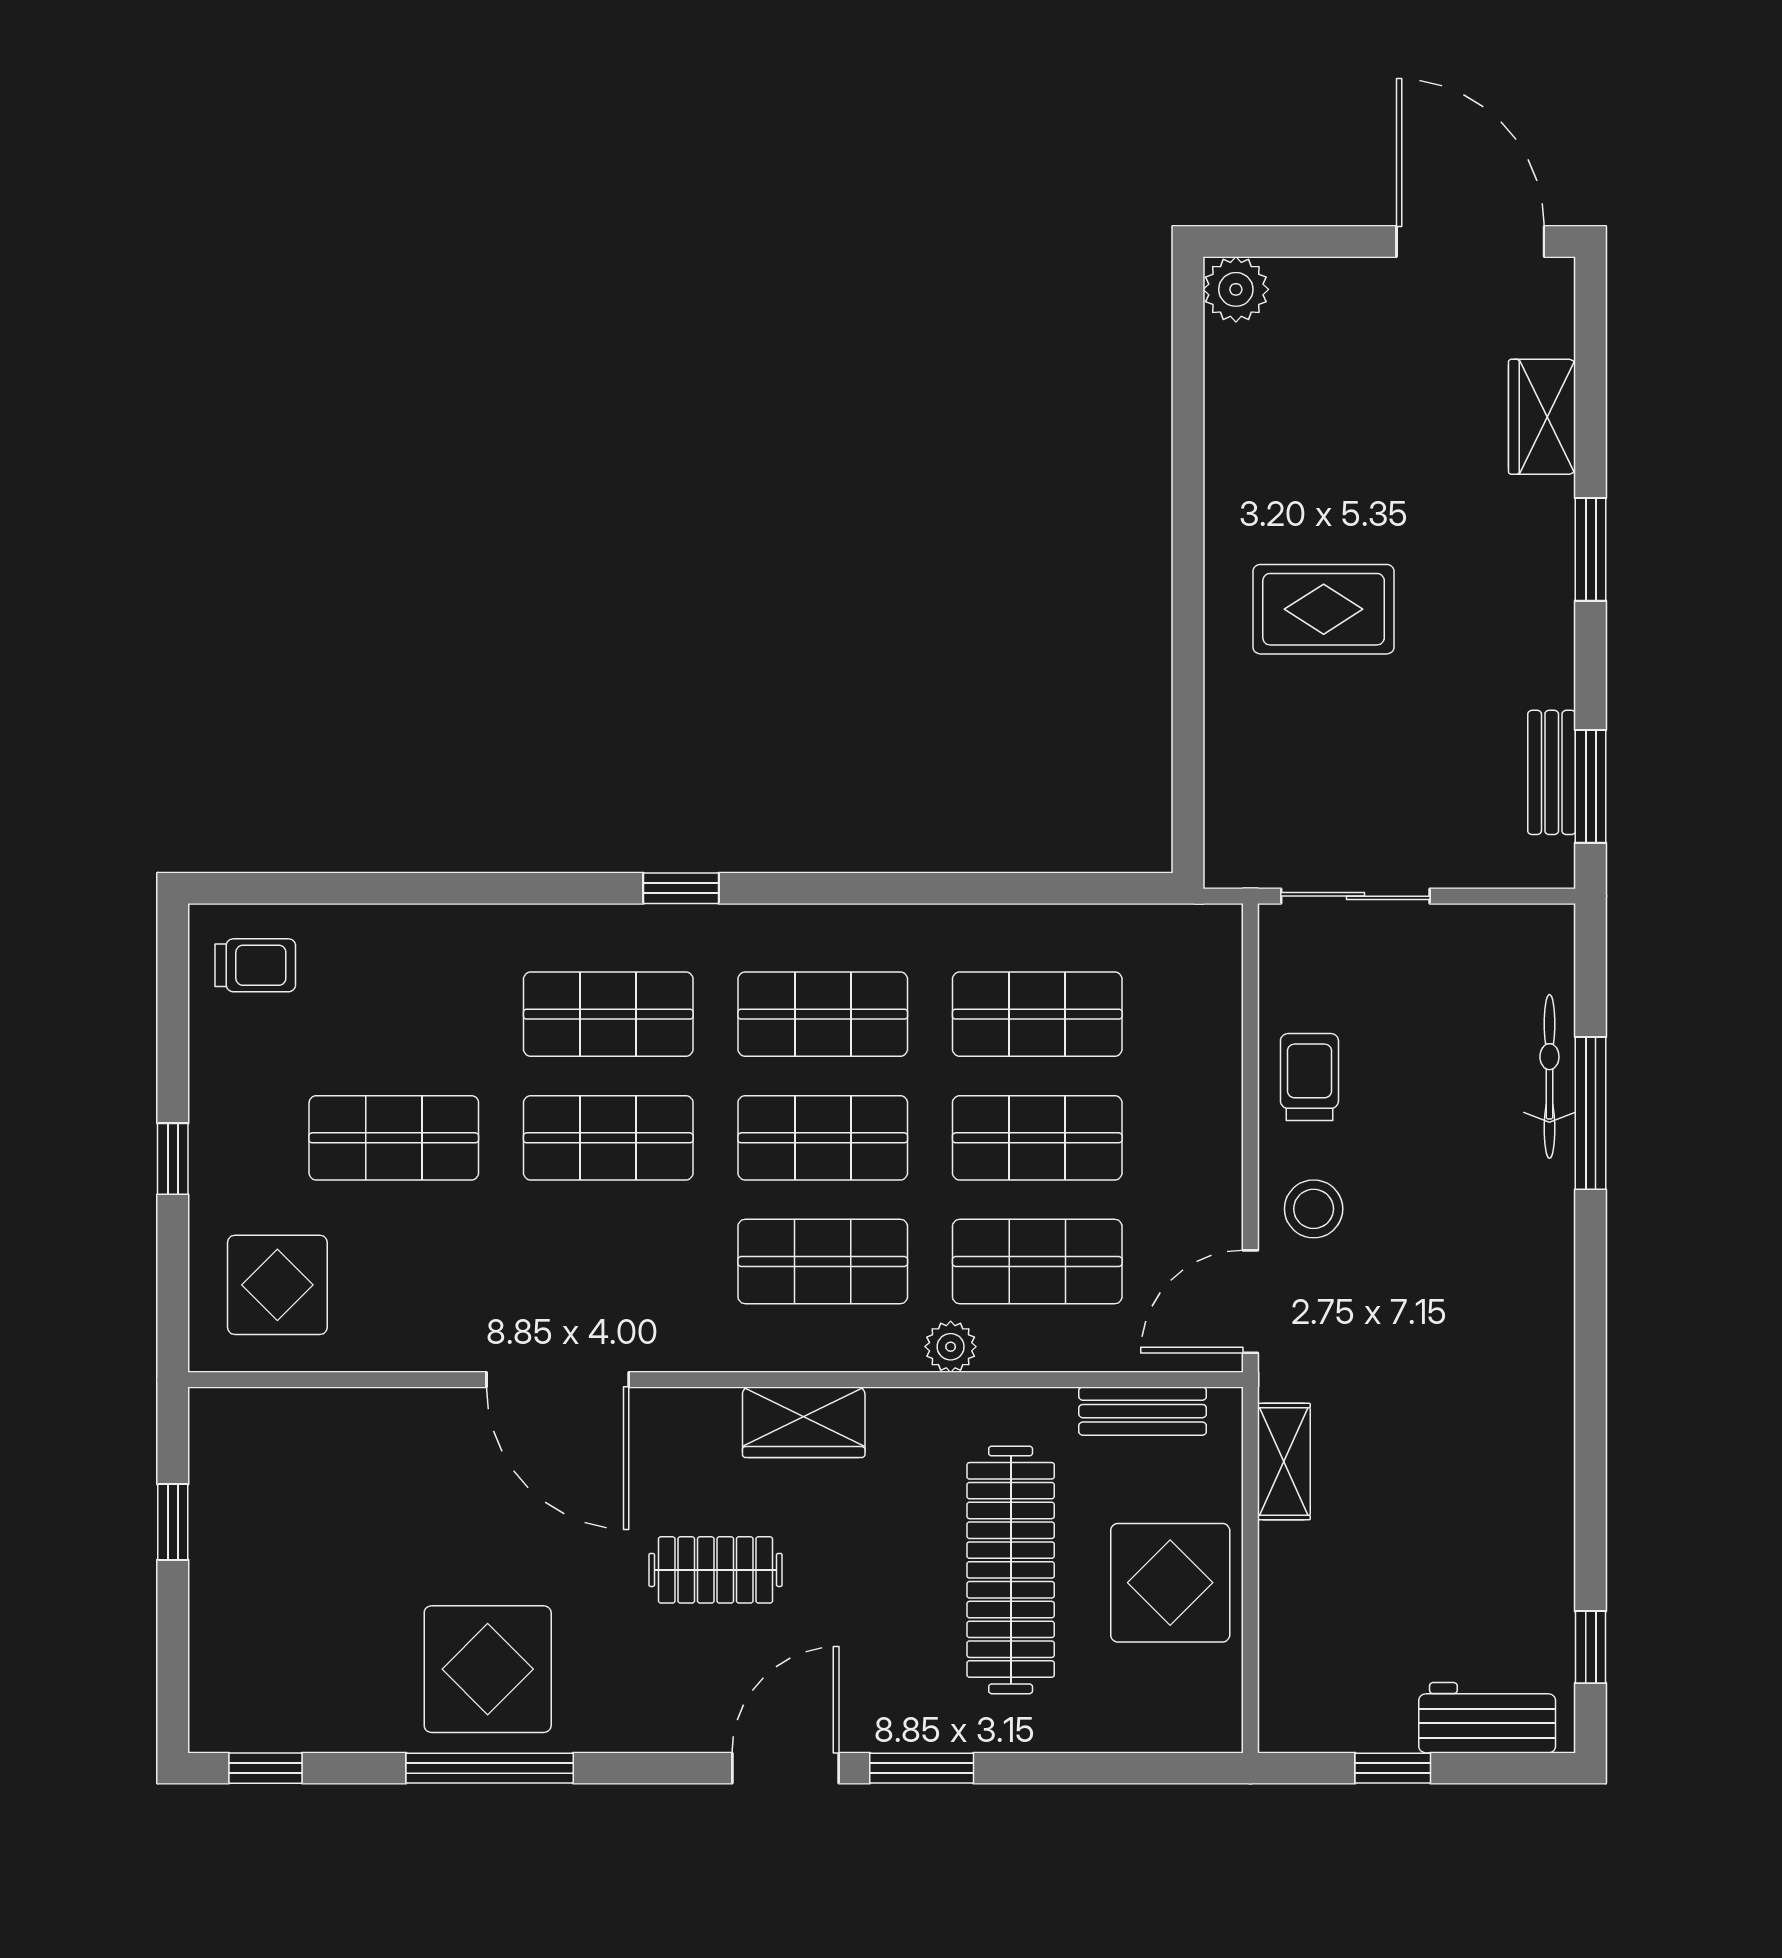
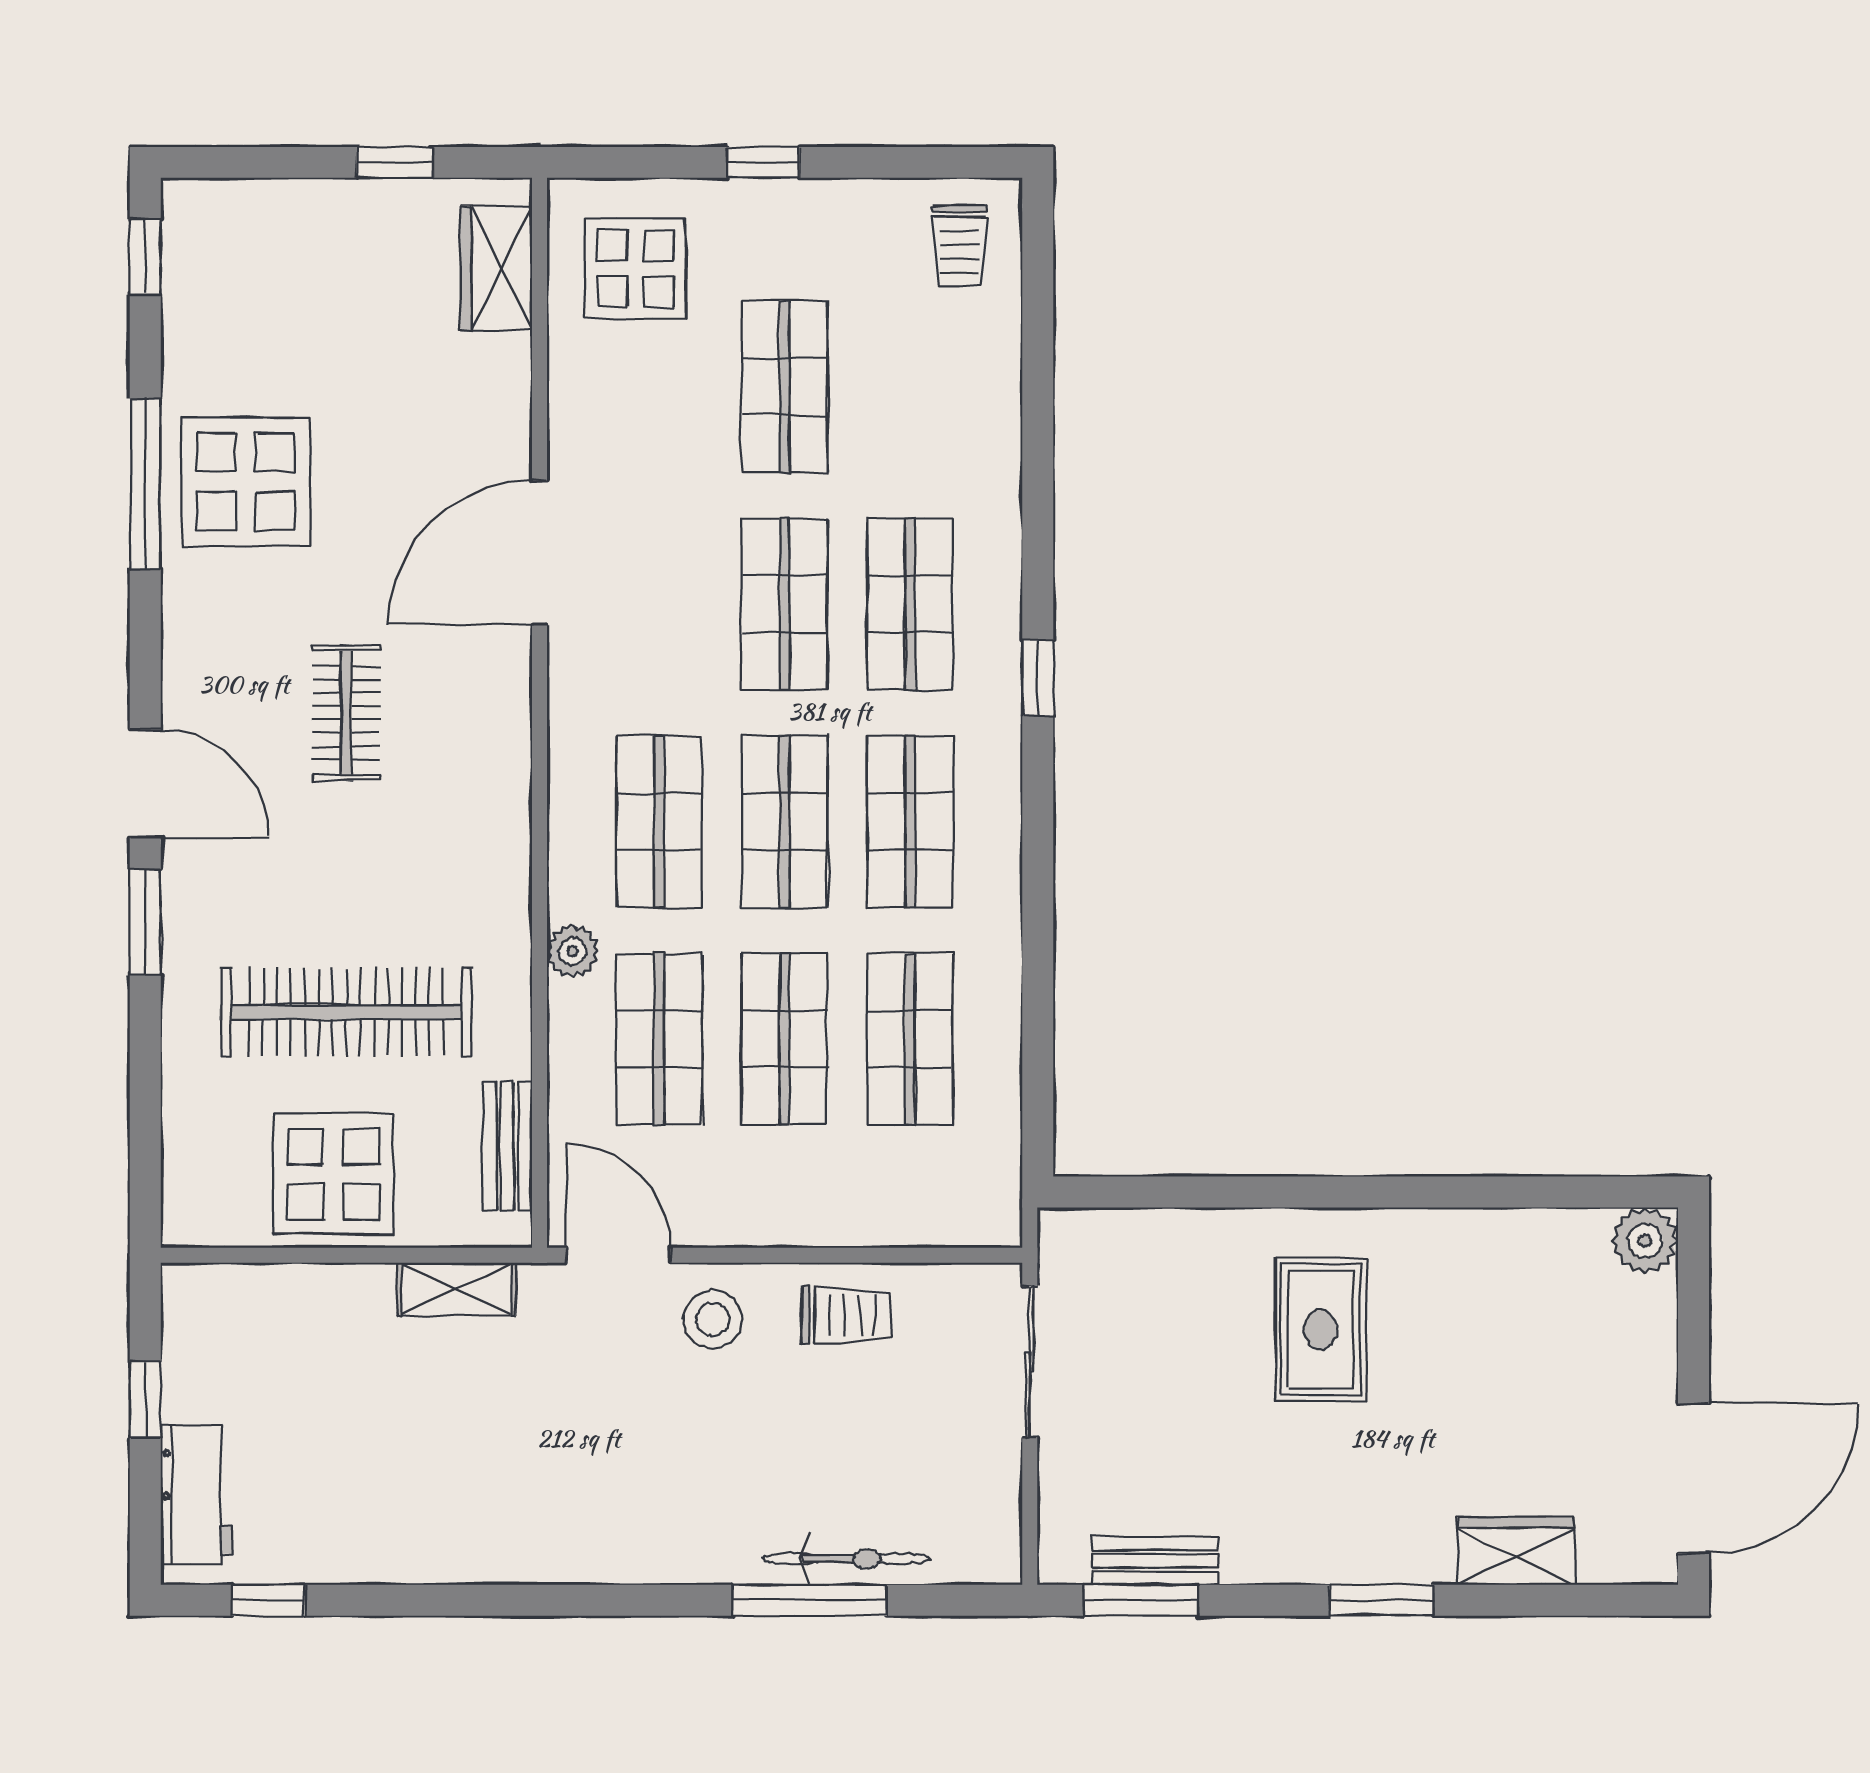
wardrobe: (804, 1422) -> (496, 268), moved

